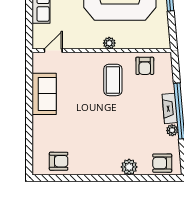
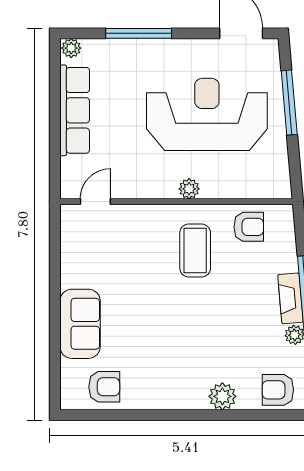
armchair: (145, 66) -> (249, 227), turned -90
sofa: (44, 94) -> (80, 324), moved

